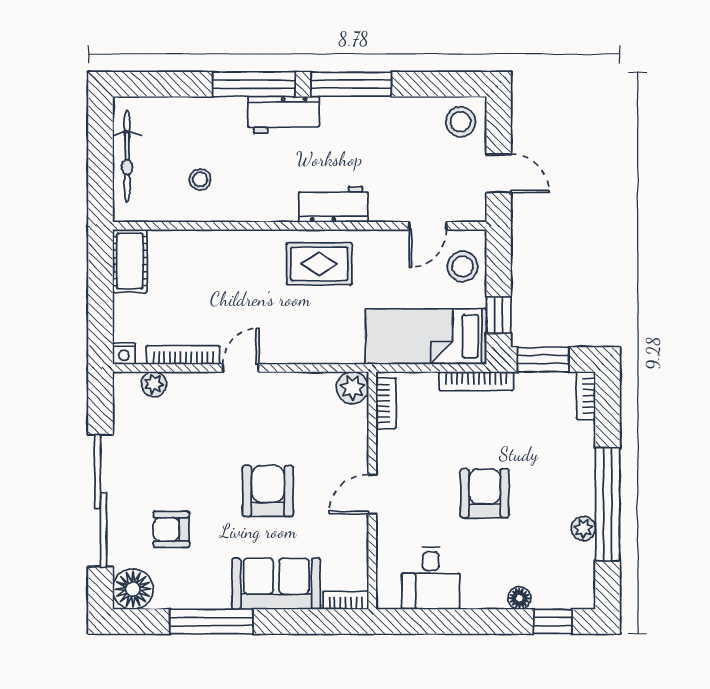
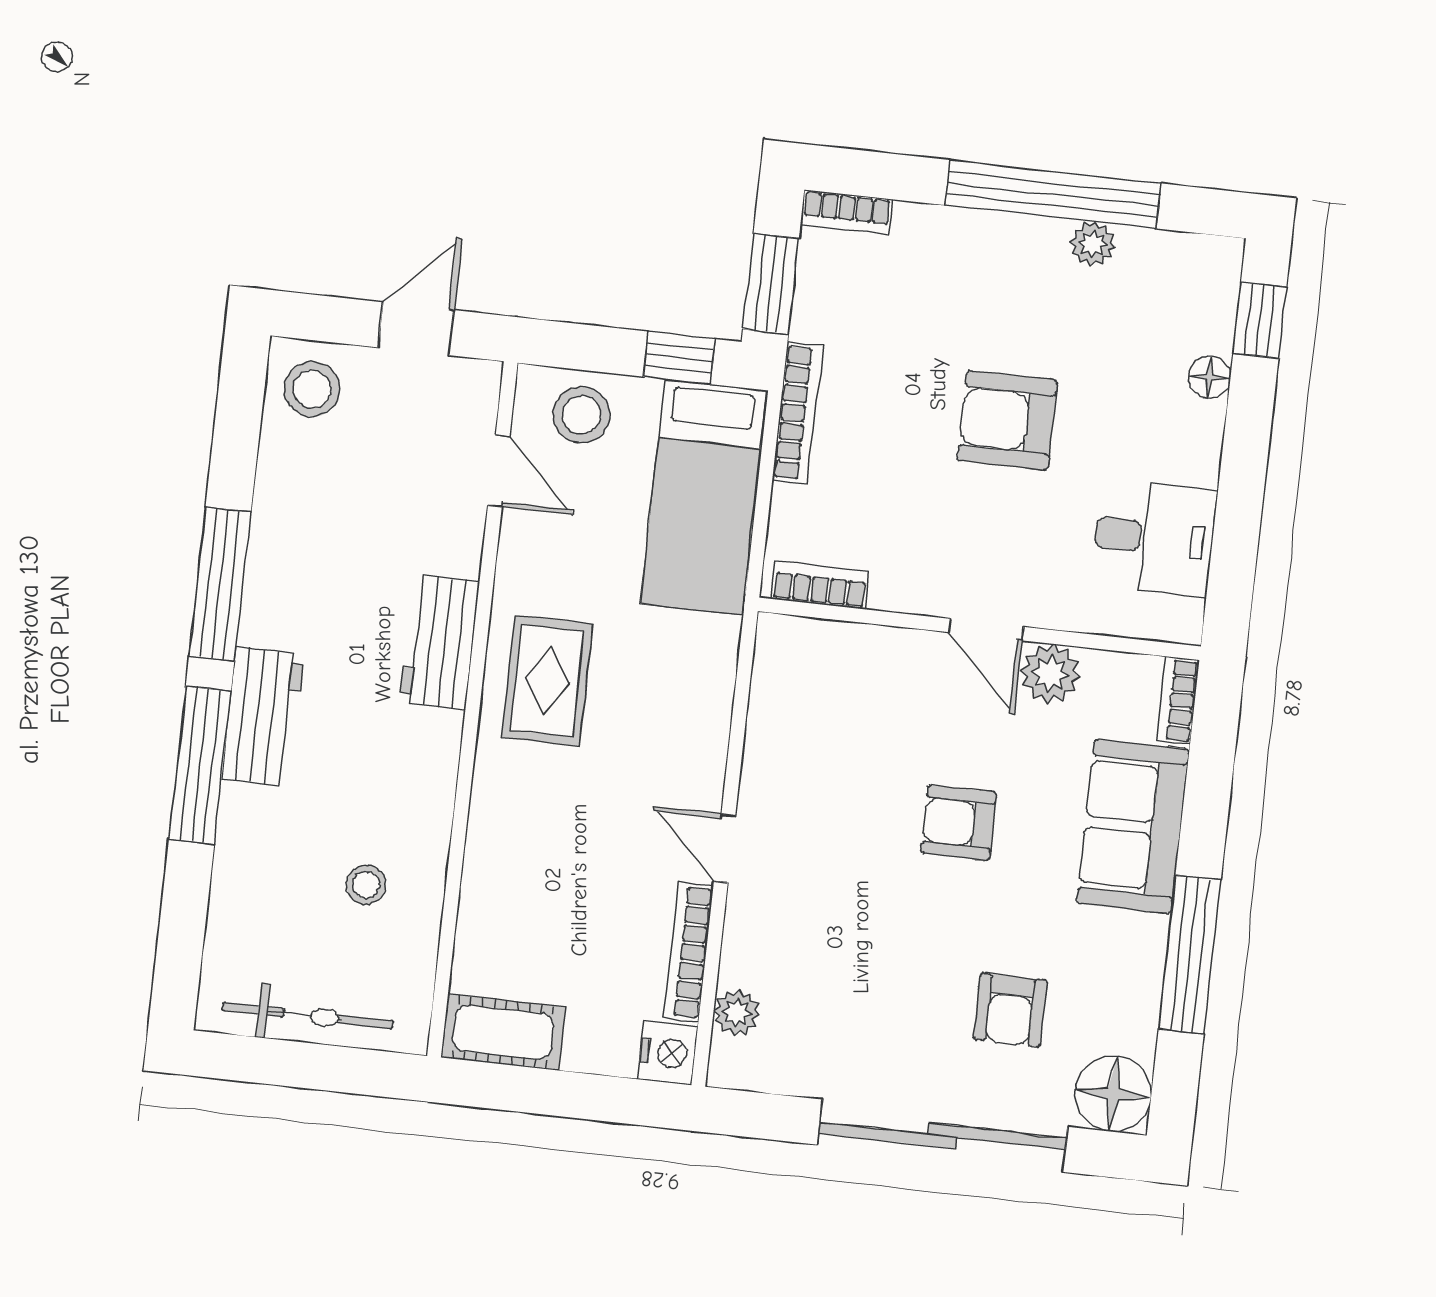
nightstand: (124, 354) -> (668, 1053), width x1.39, depth x1.35
plant: (353, 388) -> (1050, 674), moved
armchair: (268, 491) -> (959, 823), width x0.72, depth x0.72

